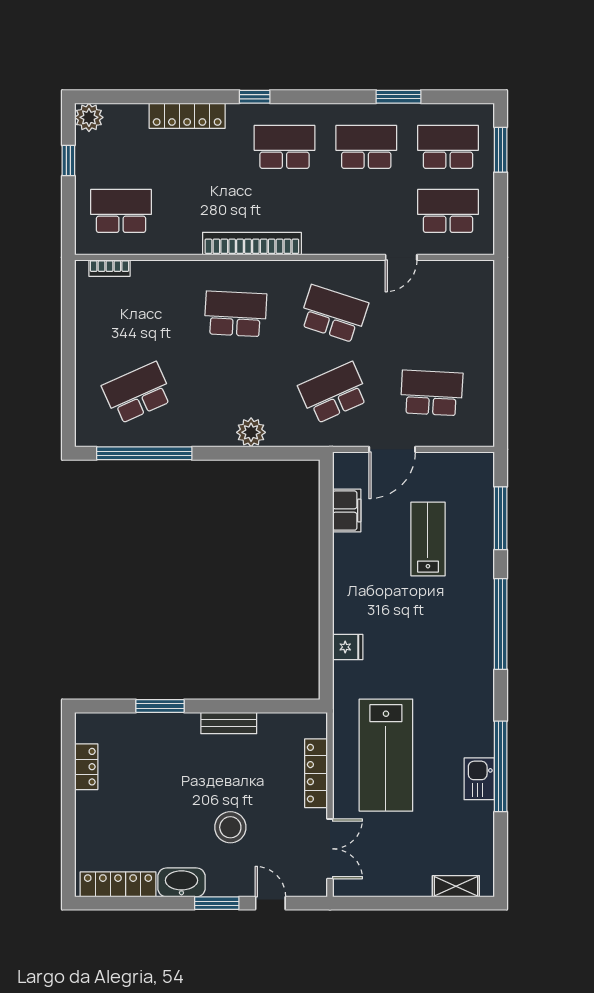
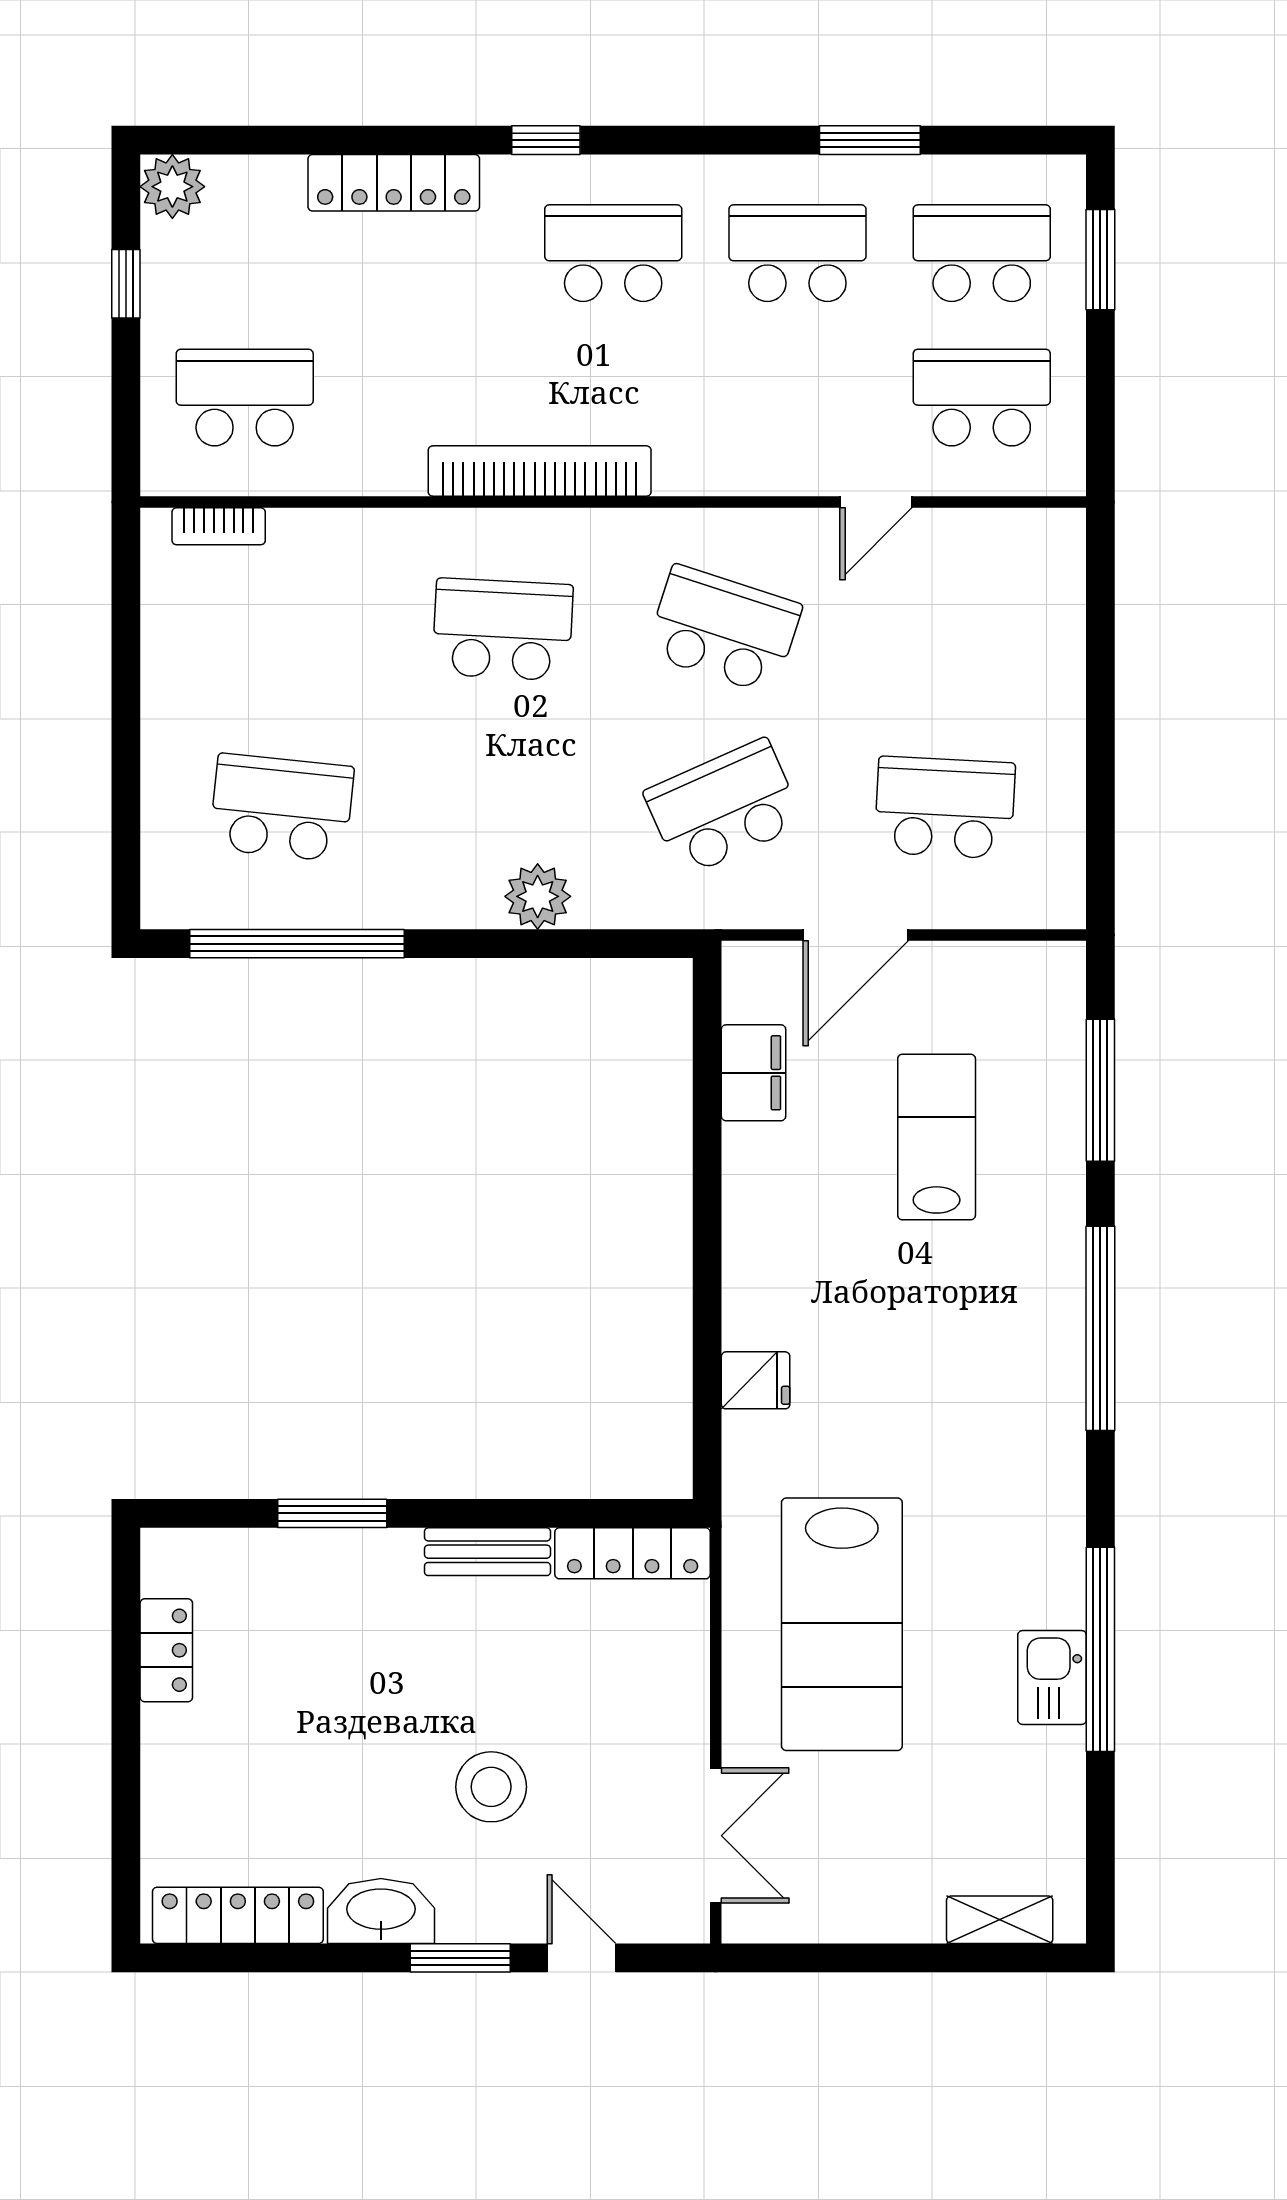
school desk: (137, 393) -> (282, 808), turned 30
locker: (316, 773) -> (633, 1553), moved, turned -90

